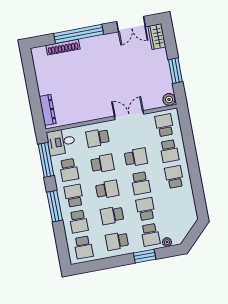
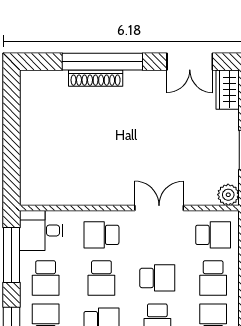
shoe rack: (63, 47) -> (96, 78), moved
dresser: (48, 110) -> (29, 175), removed
school desk: (164, 125) -> (213, 235), turned 90
school desk: (102, 164) -> (101, 278), turned 90

